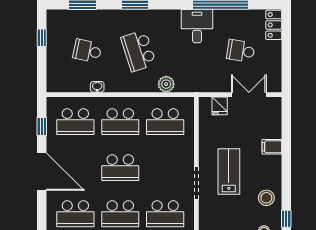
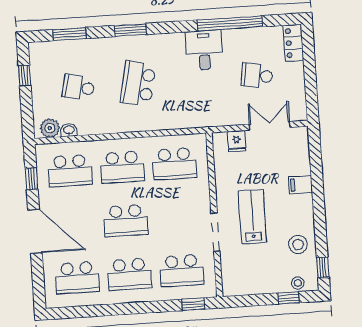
school desk: (138, 51) -> (138, 83), turned 30
plant: (166, 84) -> (50, 128), moved
washbasin: (97, 87) -> (69, 130), moved

